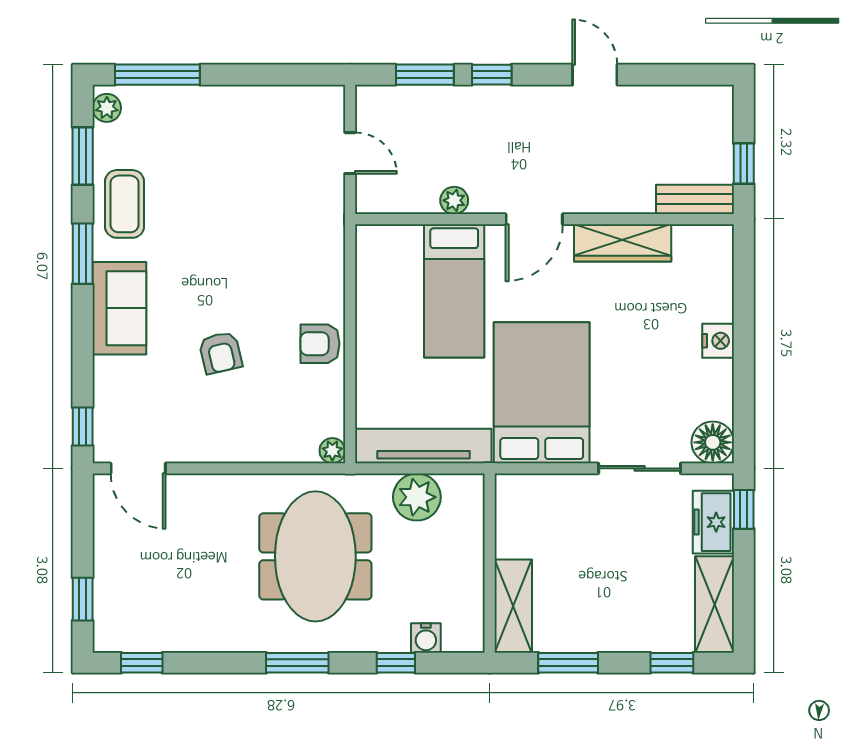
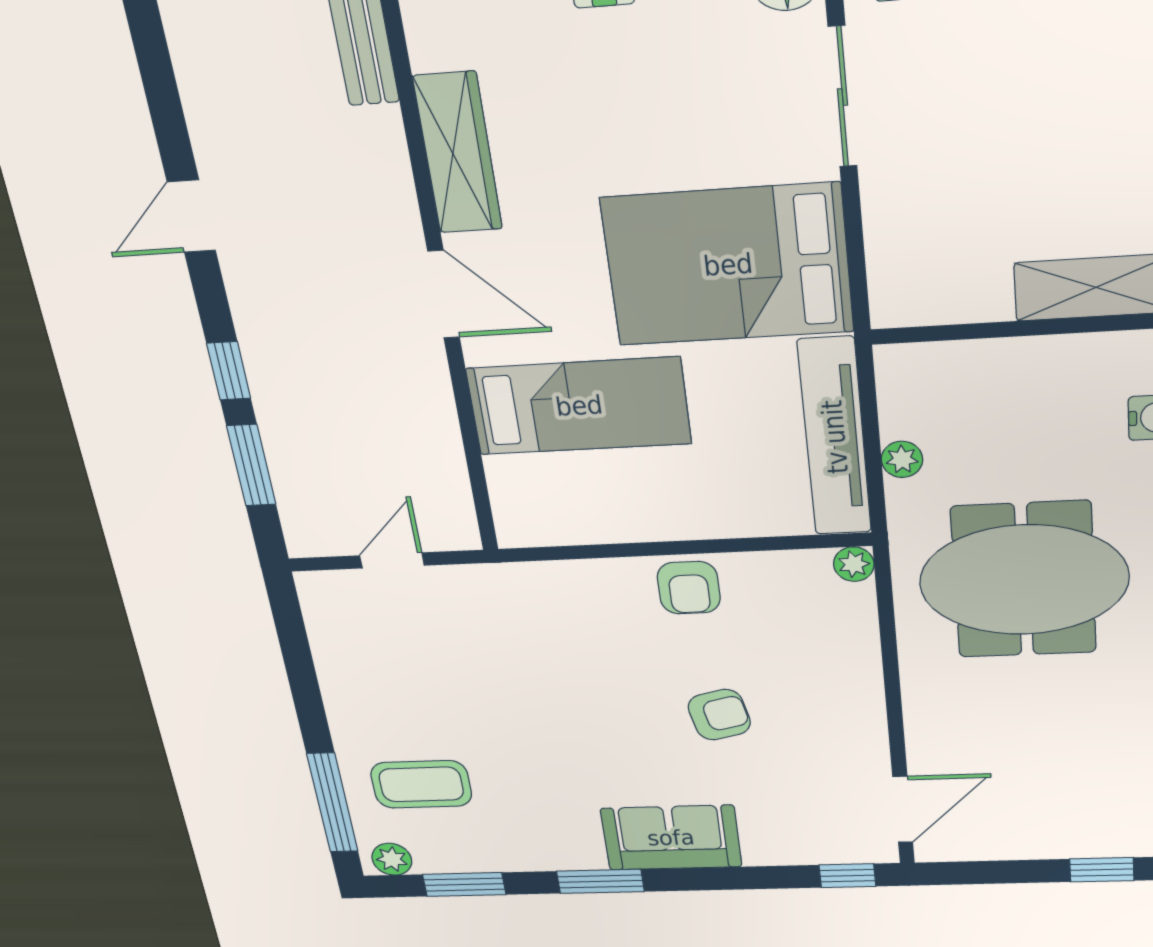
plant: (454, 200) -> (436, 414), removed
coffee table: (125, 204) -> (421, 784), moved
plant: (417, 497) -> (902, 459), width x0.53, depth x0.53

